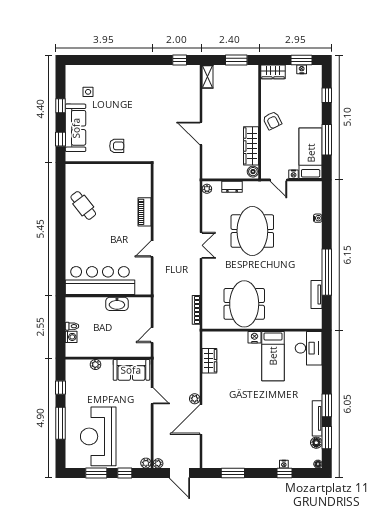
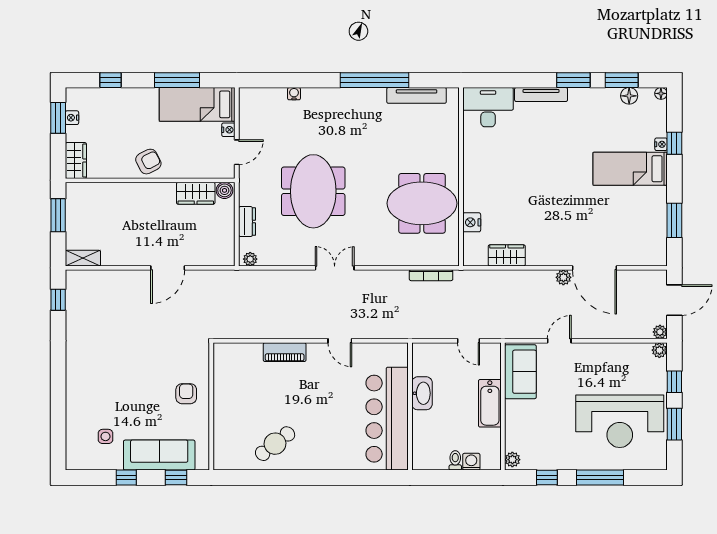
wardrobe: (251, 146) -> (196, 193), width x0.67
meeting table: (252, 231) -> (313, 191), turned 90
tv unit: (317, 294) -> (417, 95), width x1.41
nightstand: (254, 337) -> (472, 222), moved
bathtub: (110, 349) -> (490, 403), added
bed: (273, 356) -> (630, 169), moved, turned 180
plant: (96, 365) -> (512, 460), moved
tv unit: (317, 418) -> (541, 95), moved

